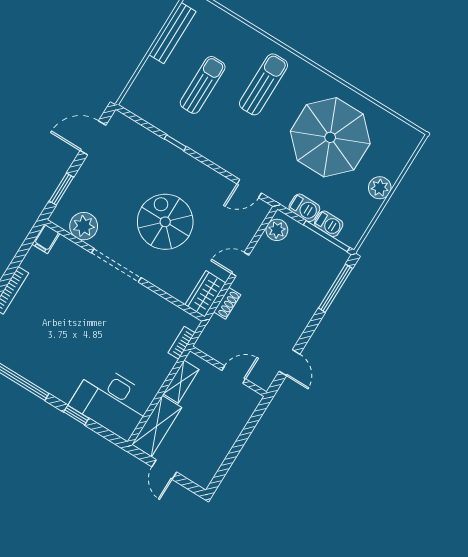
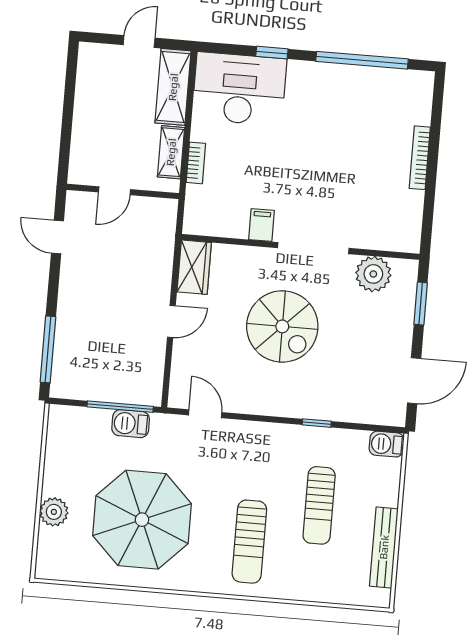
plant: (380, 188) -> (54, 512), moved
door: (249, 189) -> (205, 414), hinge flipped
barbecue: (329, 224) -> (387, 444), moved
plant: (277, 230) -> (149, 382), removed
window: (326, 236) -> (120, 407), moved
filing cabinet: (46, 239) -> (261, 225), moved
shoe rack: (227, 303) -> (164, 269), removed
bookcase: (182, 343) -> (196, 163), moved
door: (164, 469) -> (139, 41), hinge flipped

